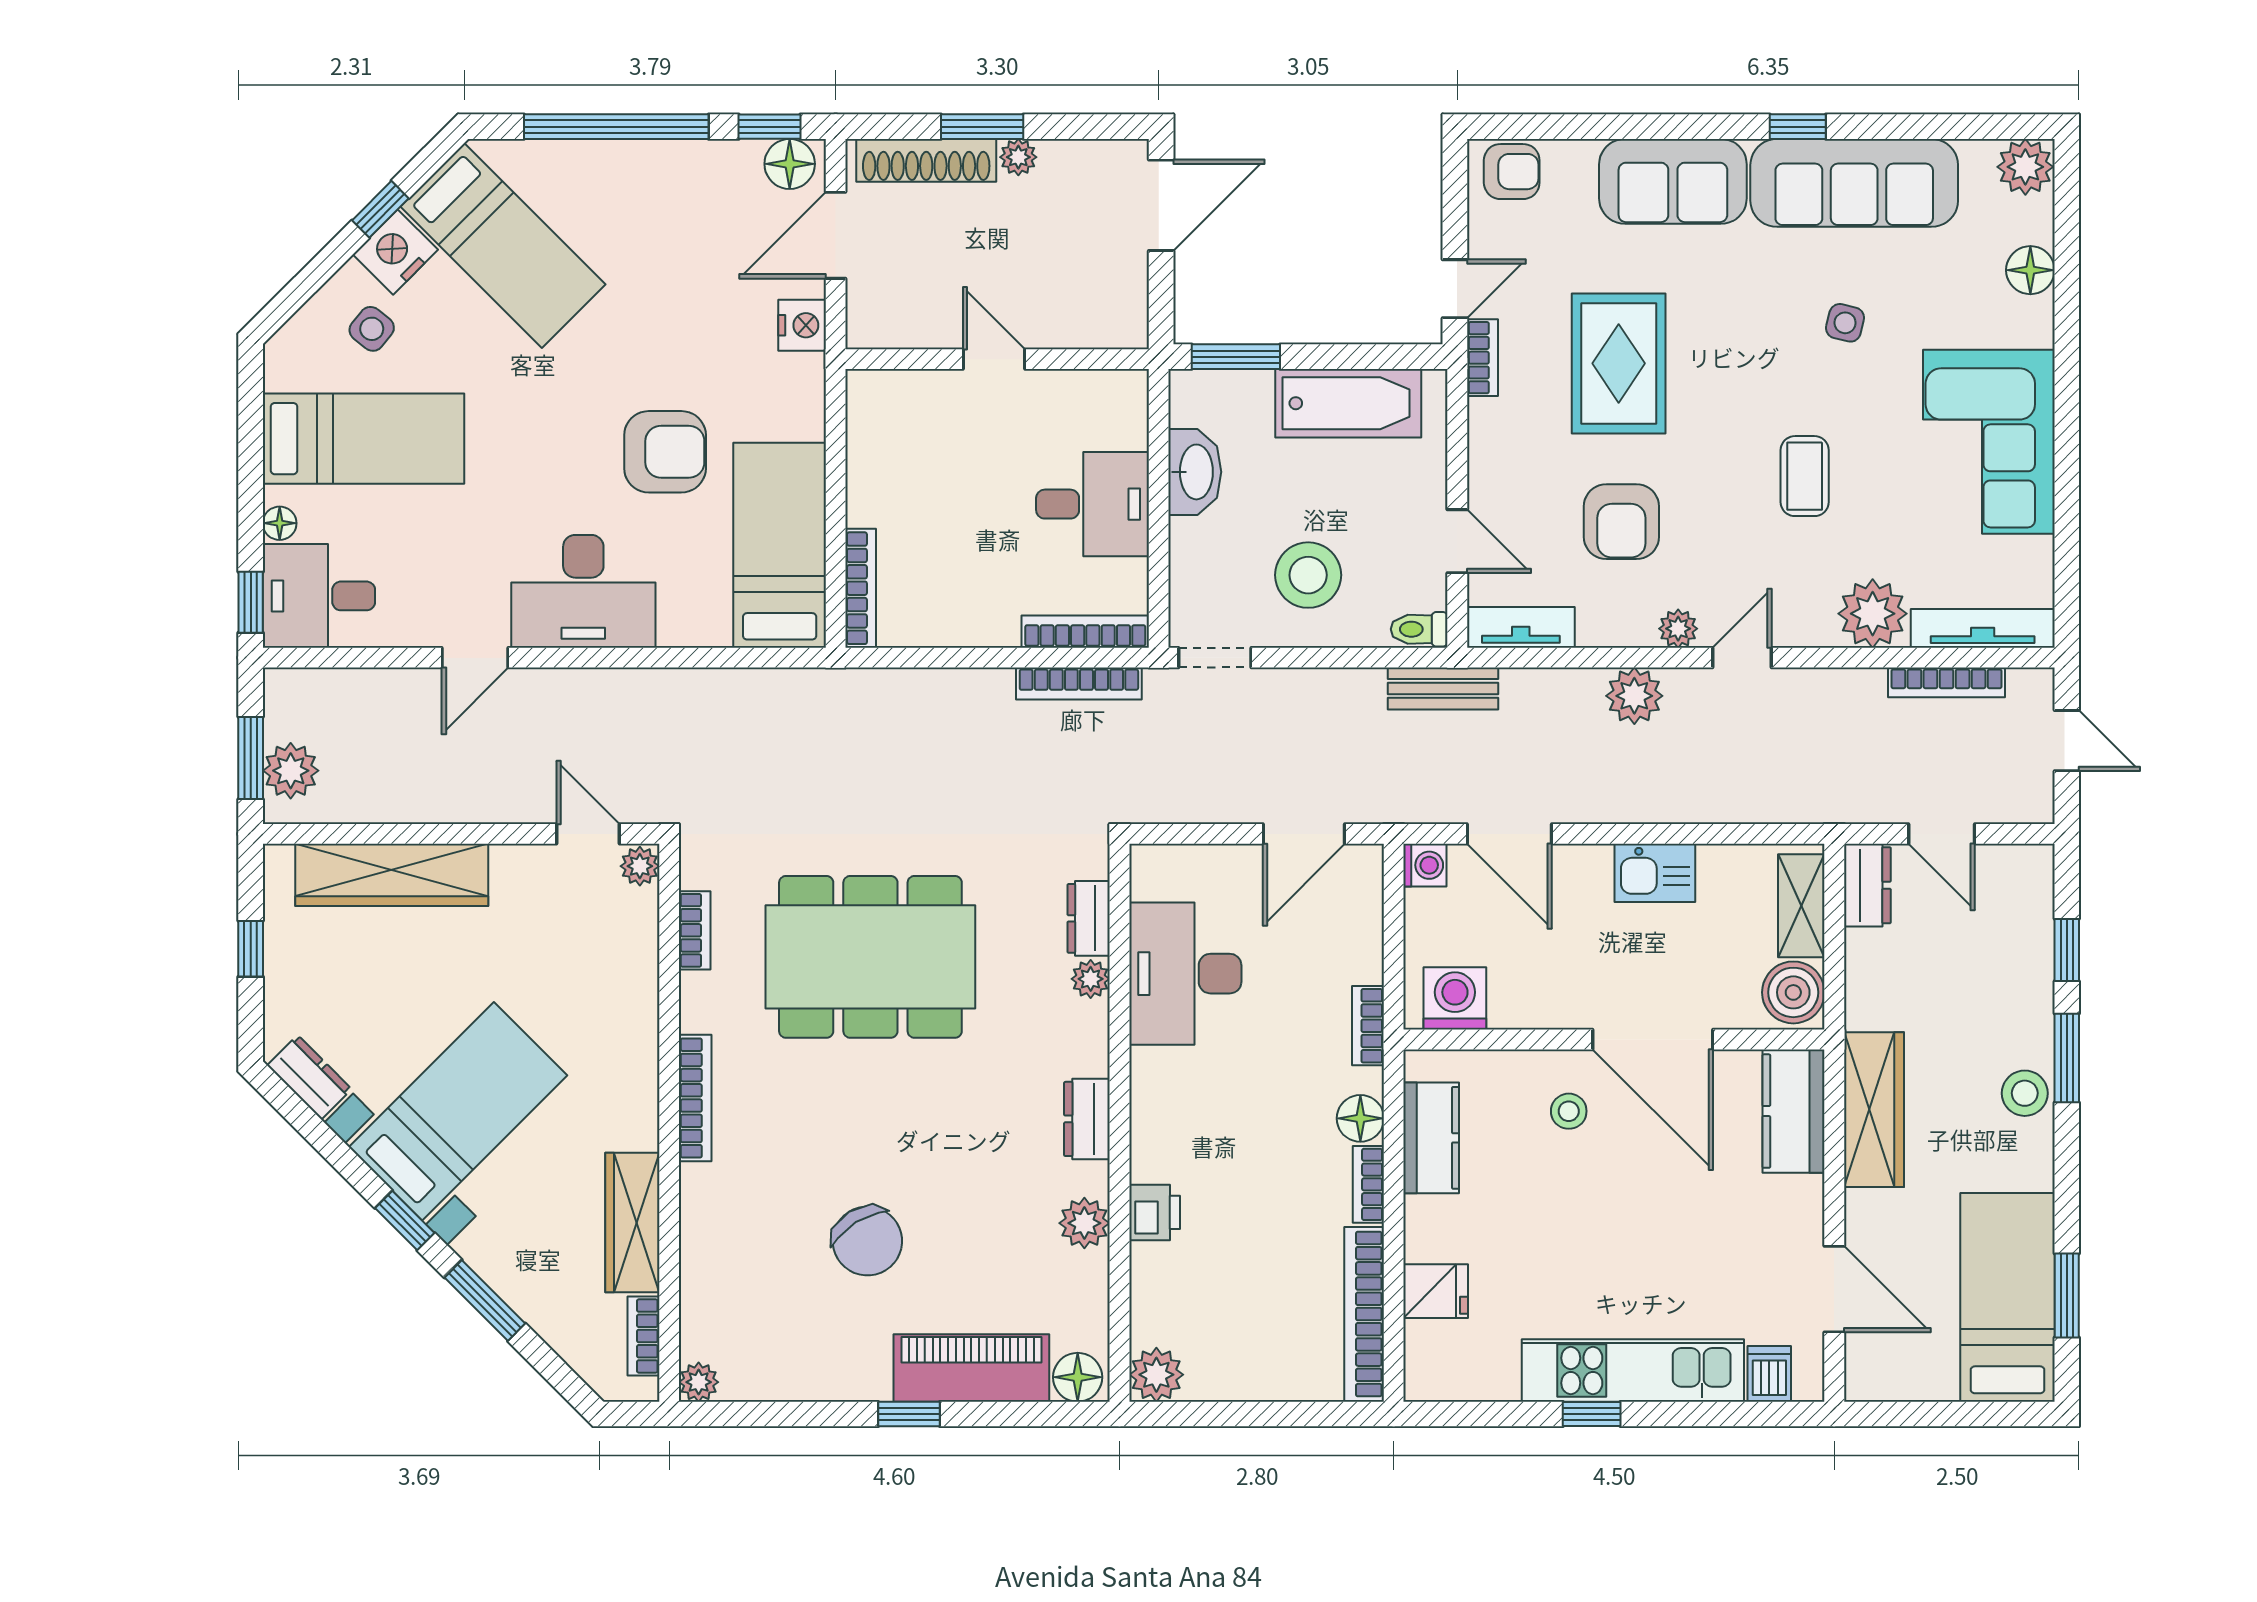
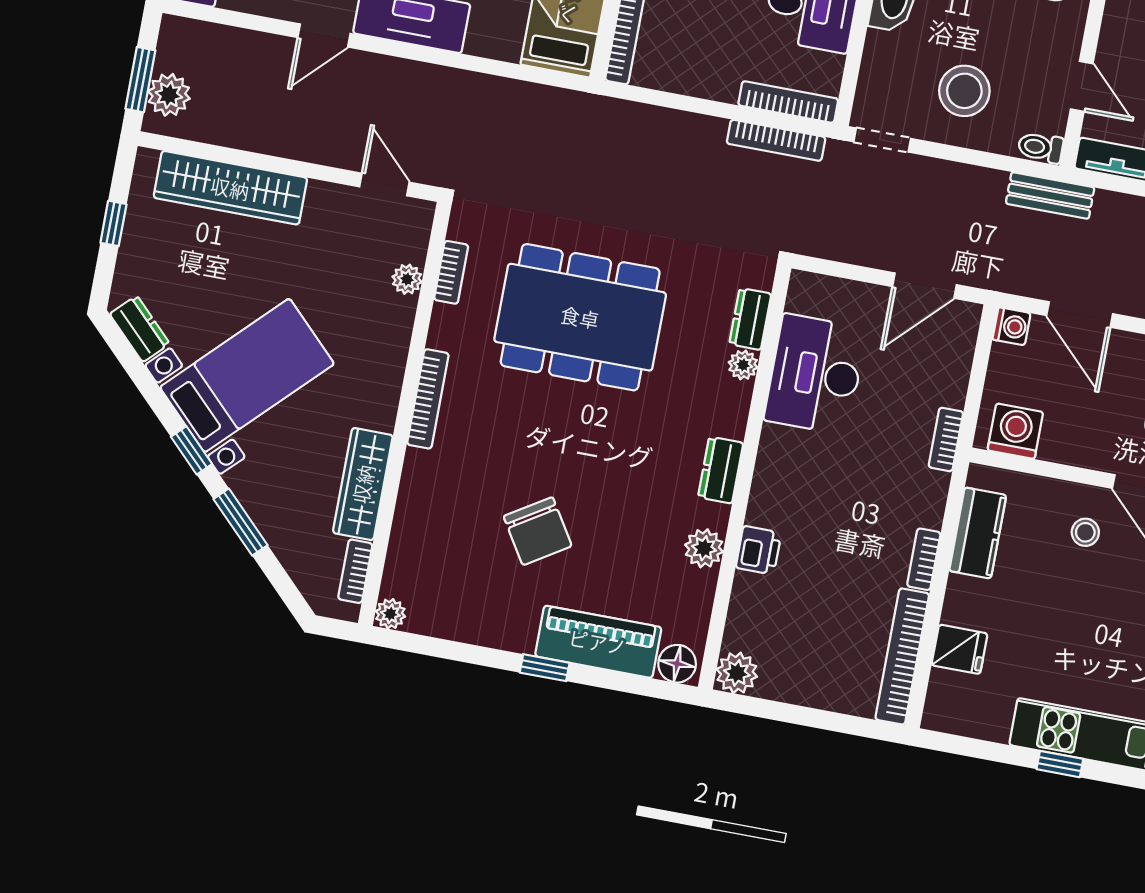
plant: (640, 866) -> (407, 279), moved
floor lamp: (1360, 1118) -> (927, 508), removed

